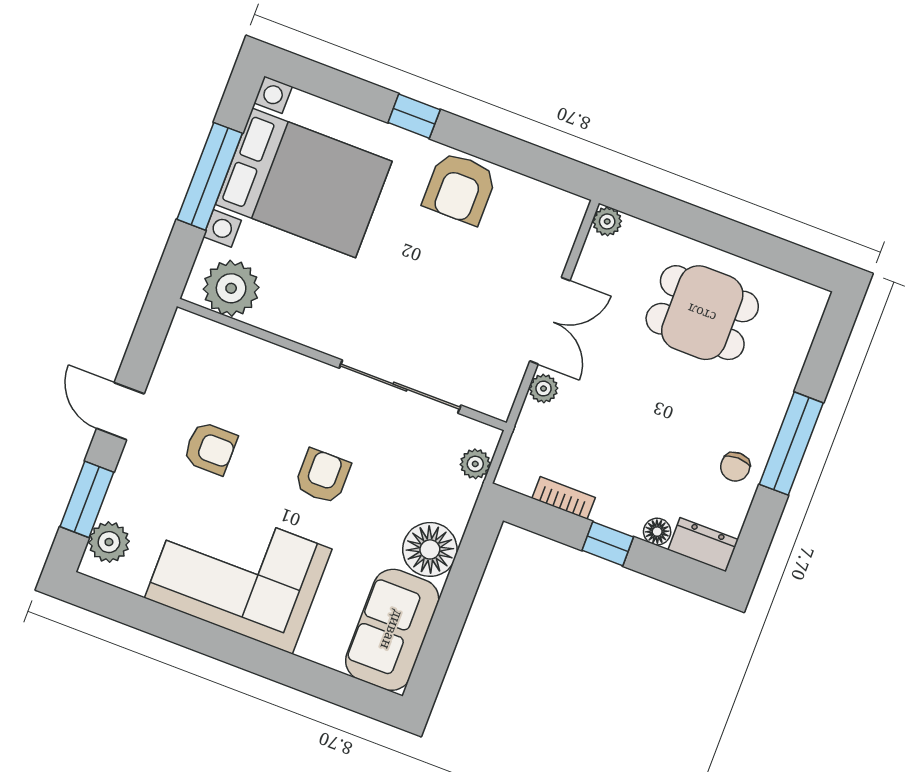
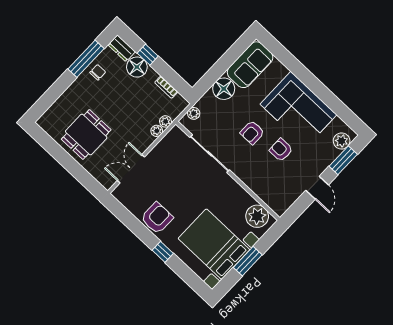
window: (210, 176) -> (248, 261), width x0.69
plant: (607, 221) -> (165, 121), moved
dining table: (702, 313) -> (86, 134), turned 90
double door: (550, 321) -> (131, 169), moved
window: (791, 444) -> (86, 59), moved
armchair: (210, 448) -> (281, 150), moved
floor lamp: (657, 532) -> (137, 67), width x1.89, depth x1.89
window: (608, 544) -> (148, 55), moved

